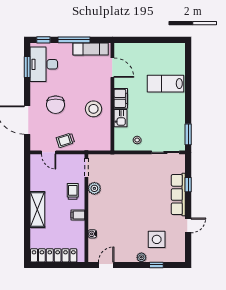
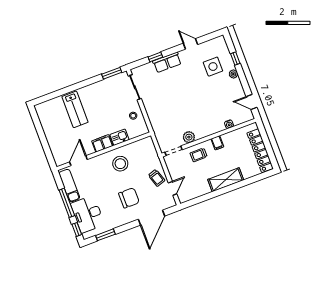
desk: (44, 64) -> (88, 214), moved, turned 90
row of seats: (178, 195) -> (167, 62), width x0.68

